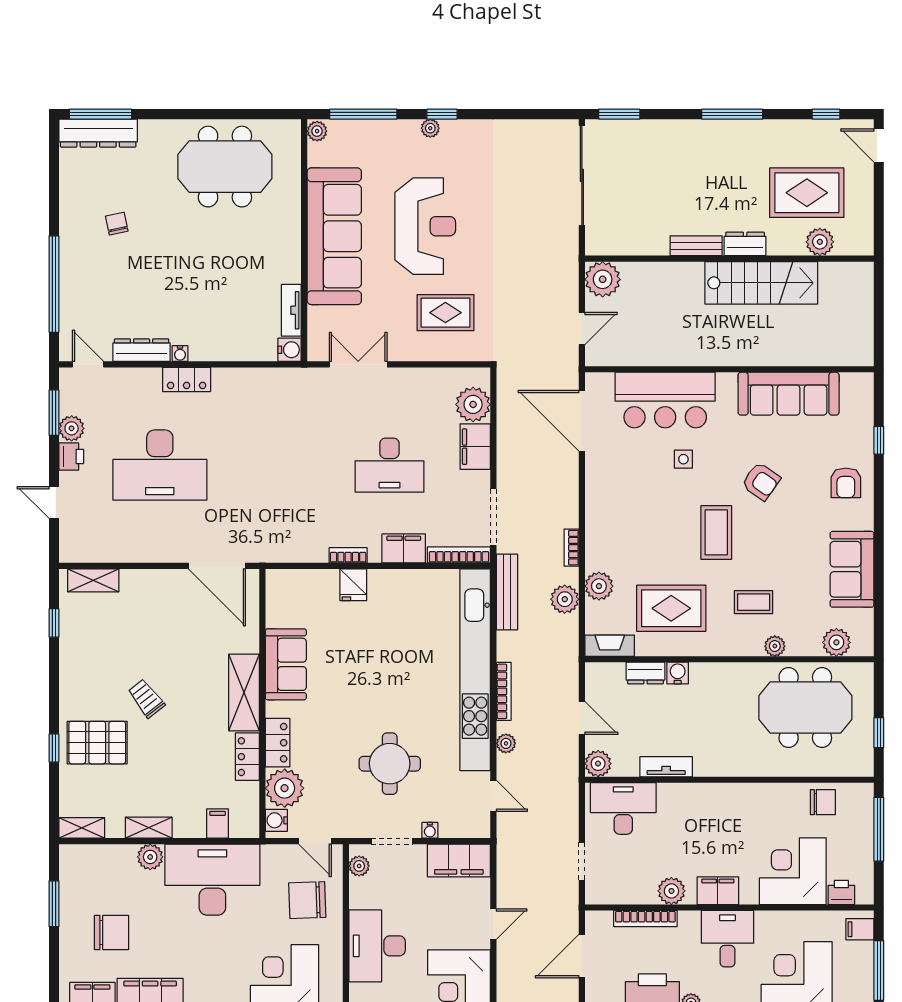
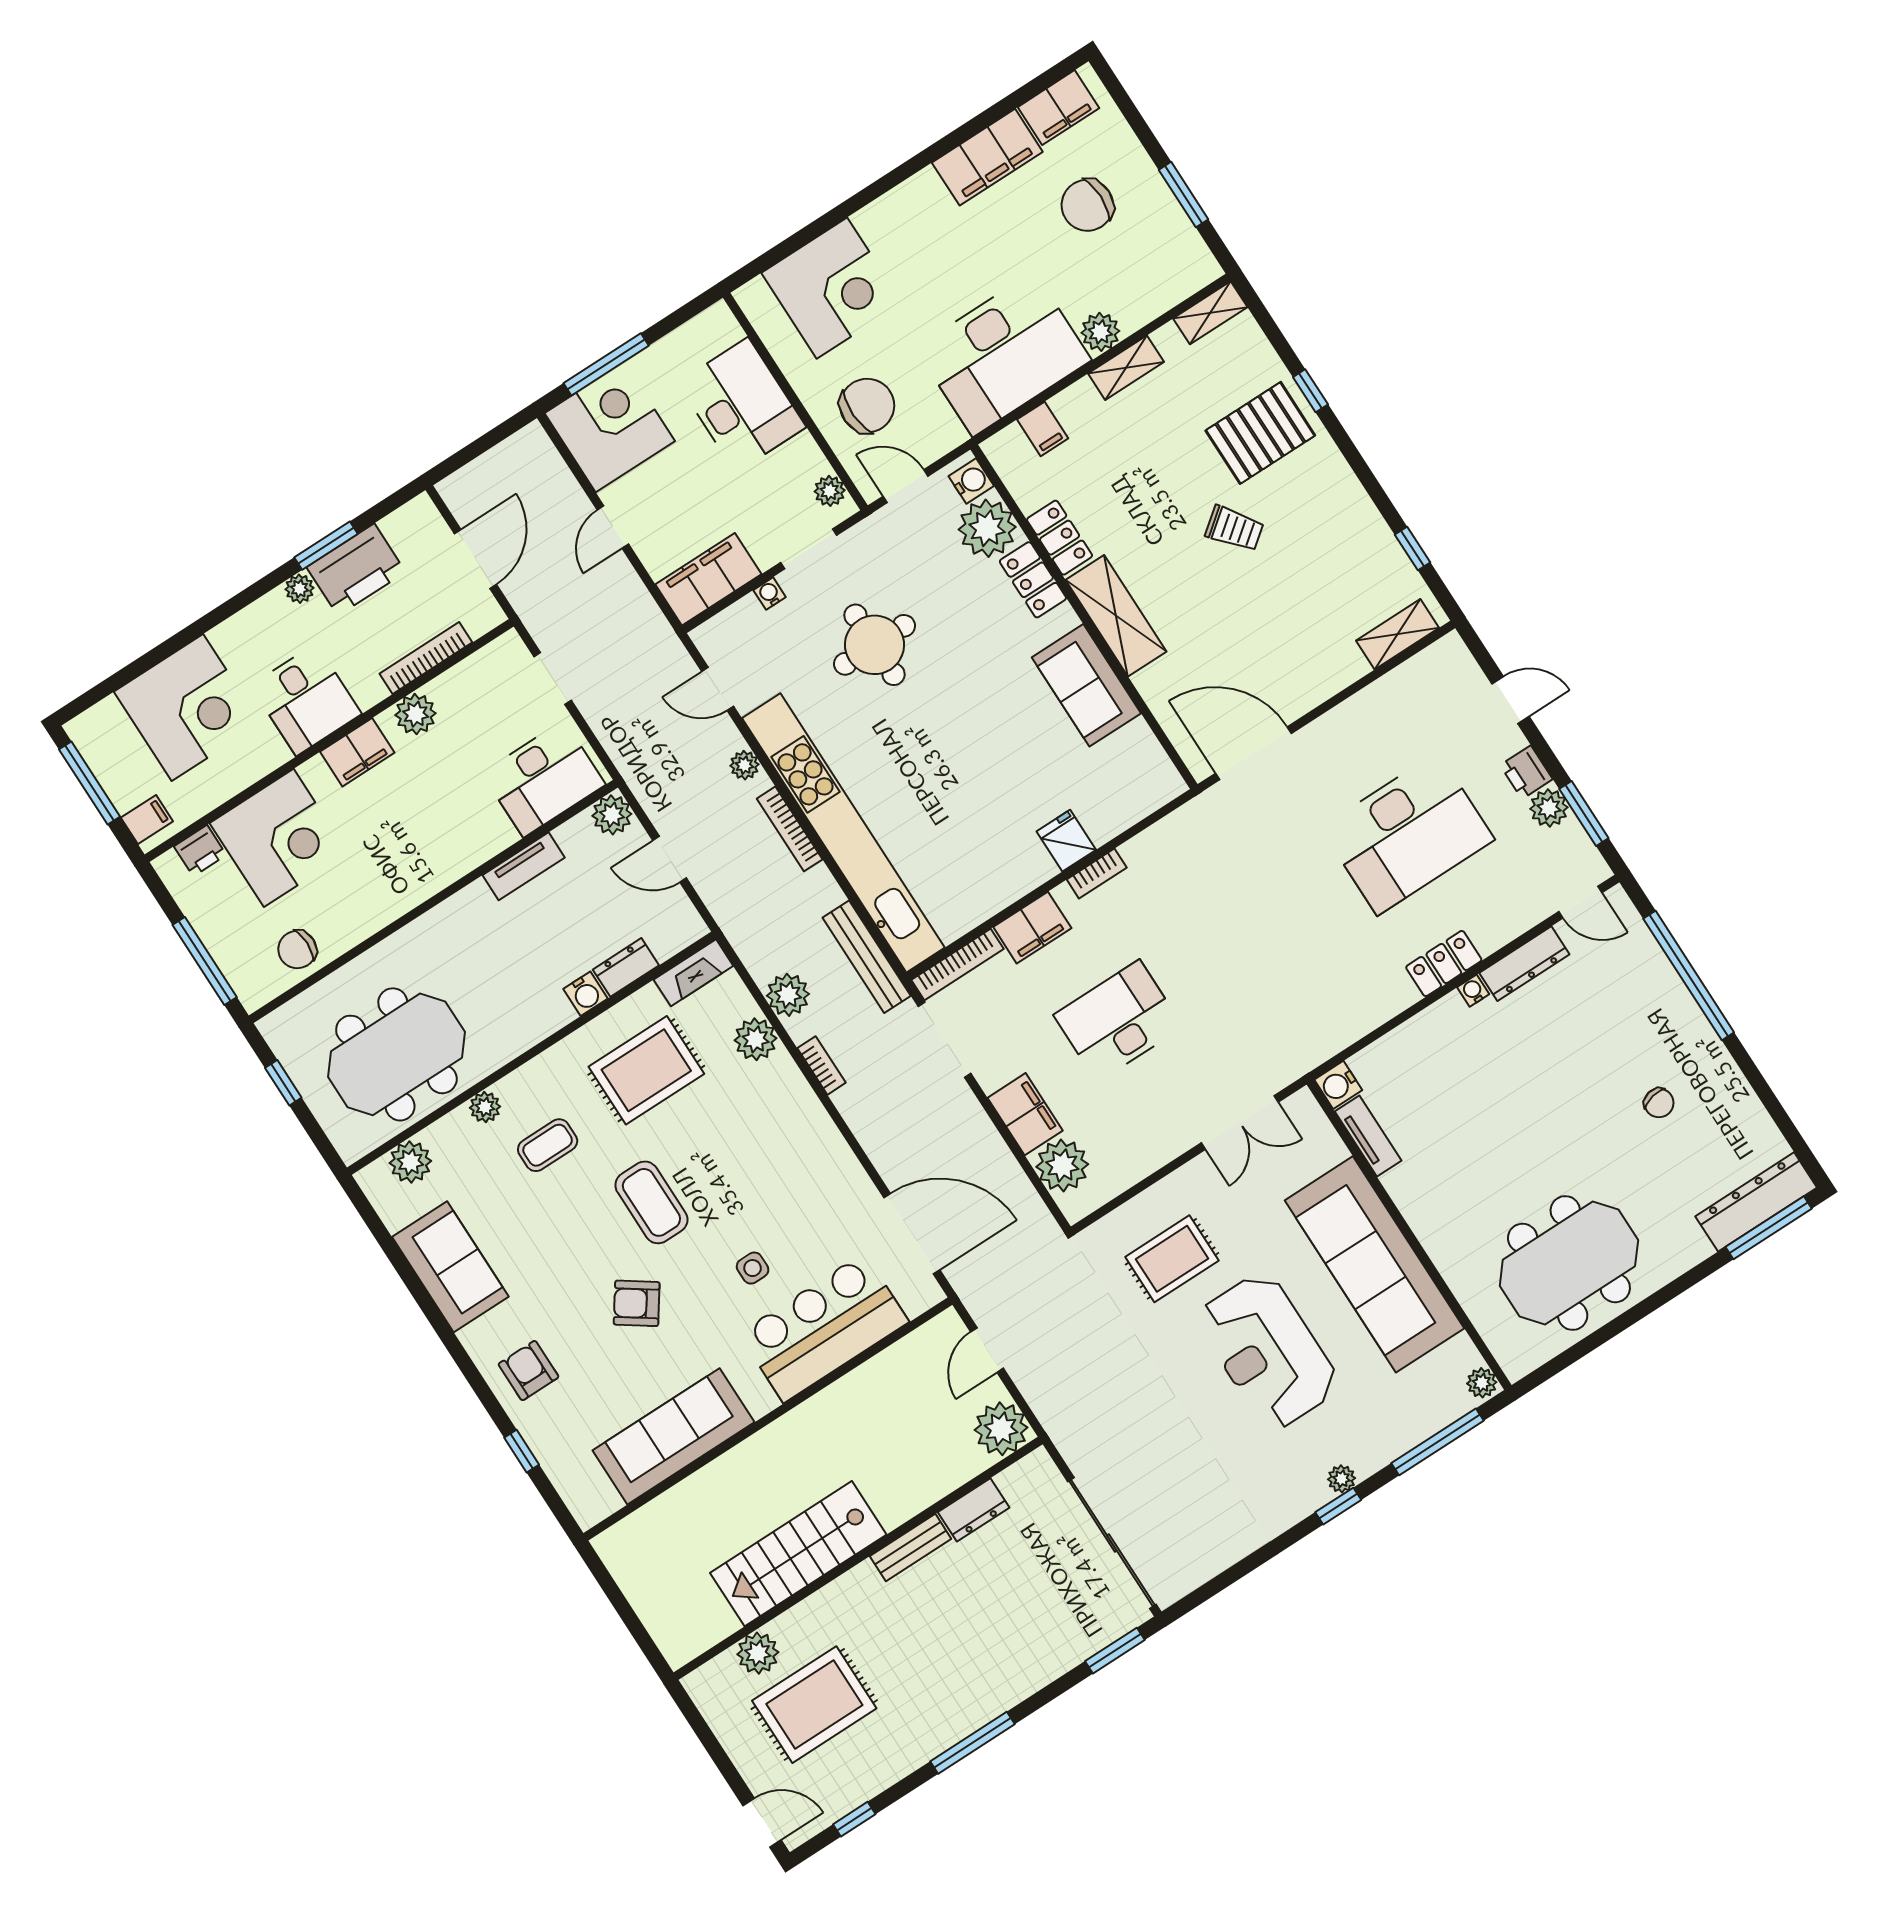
dresser: (745, 244) -> (974, 1510), moved
desk: (160, 465) -> (1408, 834), turned 180

